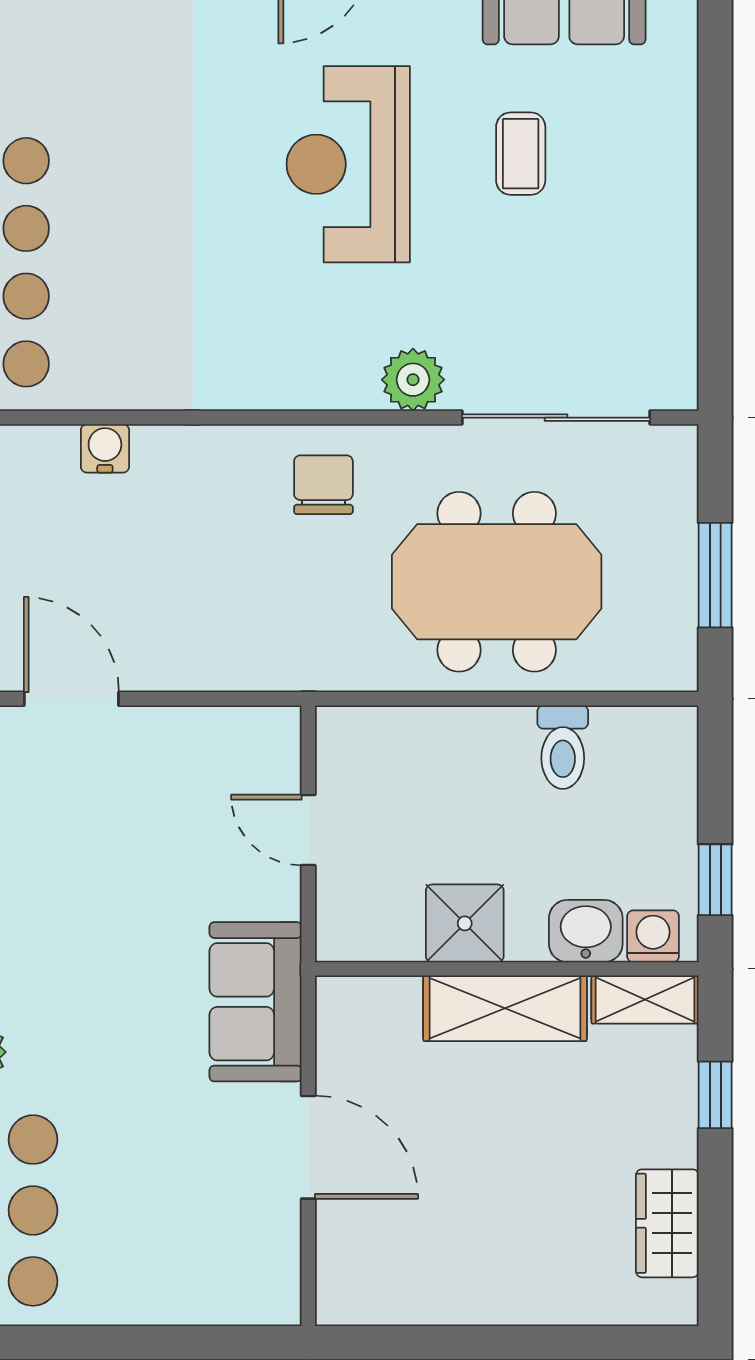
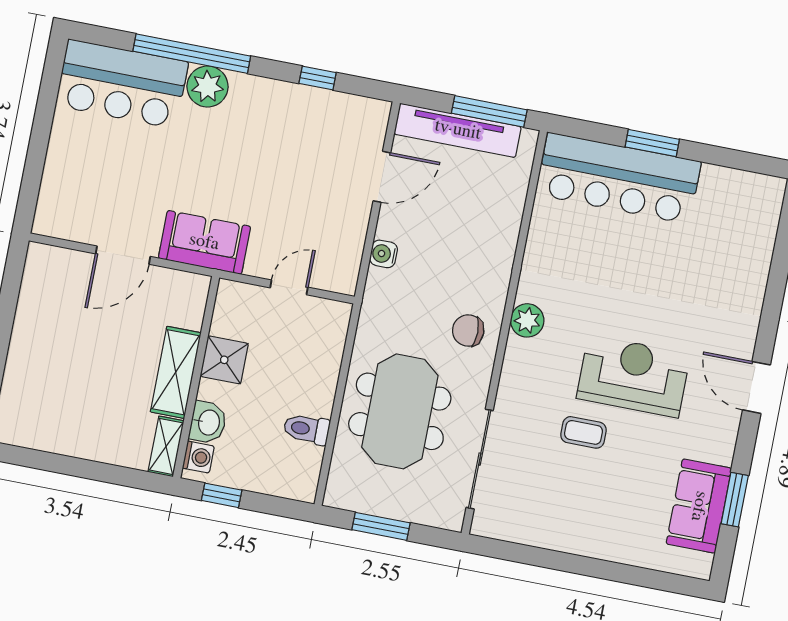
coffee table: (521, 154) -> (583, 432), moved
plant: (413, 380) -> (527, 320), moved
water cooler: (105, 448) -> (384, 254), moved, turned 180
chair: (323, 485) -> (468, 331), turned 180
window: (715, 1095) -> (109, 473), removed
wardrobe: (667, 1223) -> (47, 435), removed

